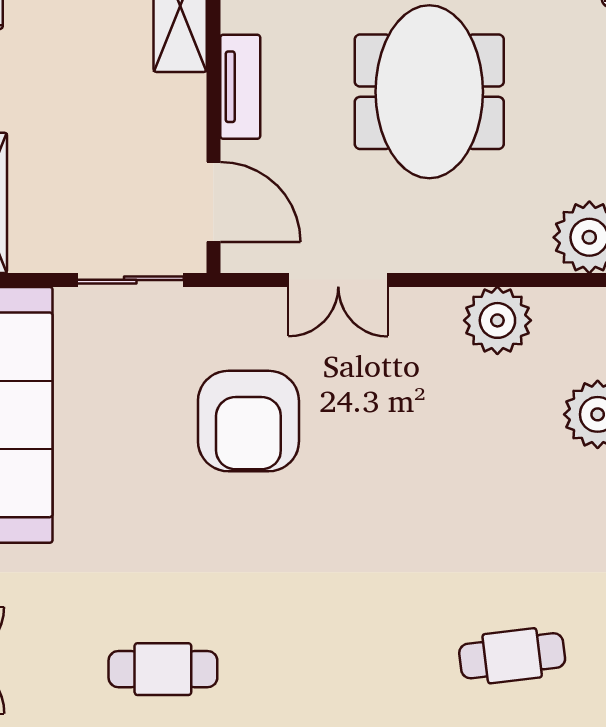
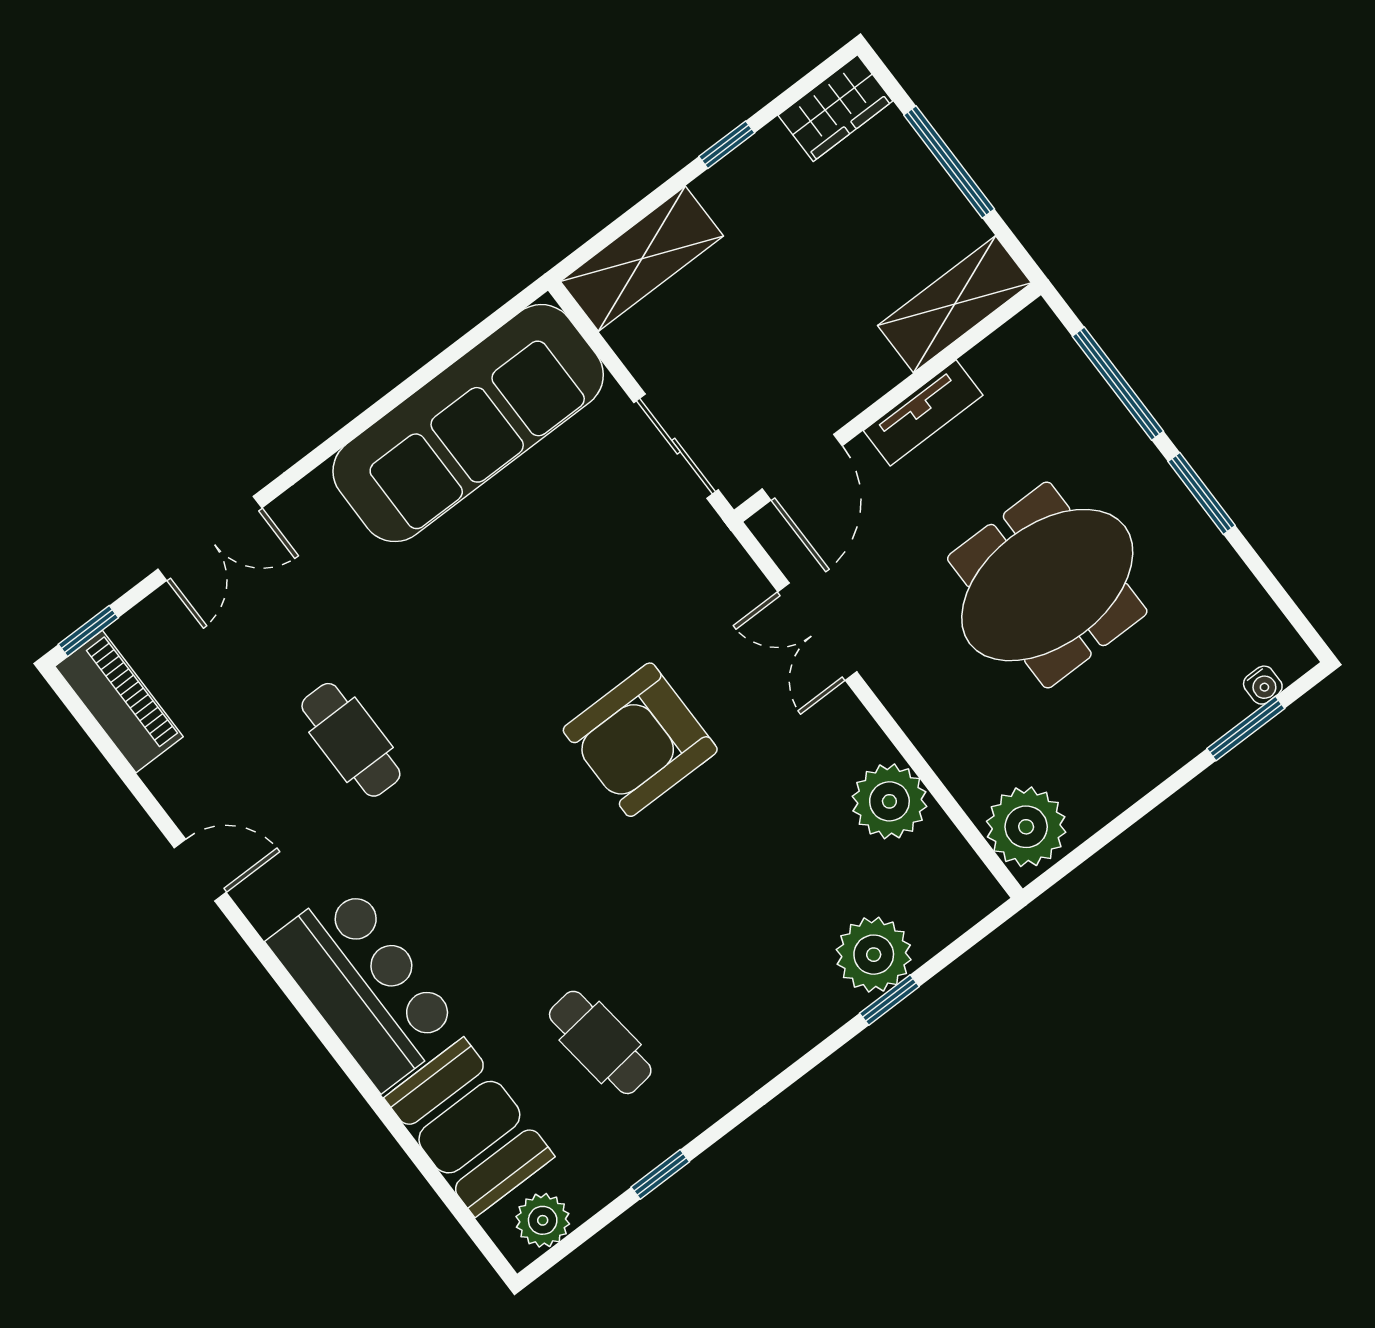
armchair: (248, 421) -> (640, 740), moved

